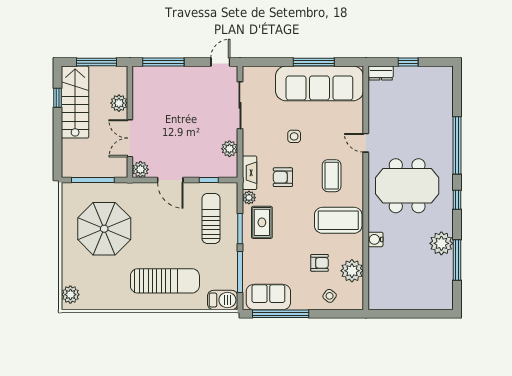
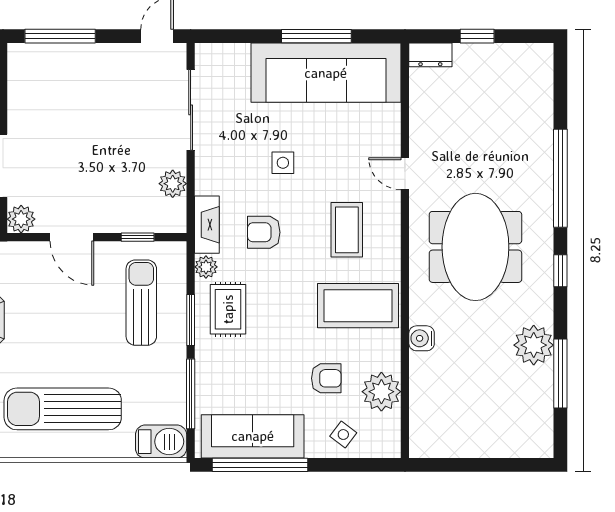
meeting table: (407, 186) -> (475, 247), turned 90
sun lounger: (165, 281) -> (63, 409), turned 180
sofa: (268, 297) -> (253, 436), width x1.36

